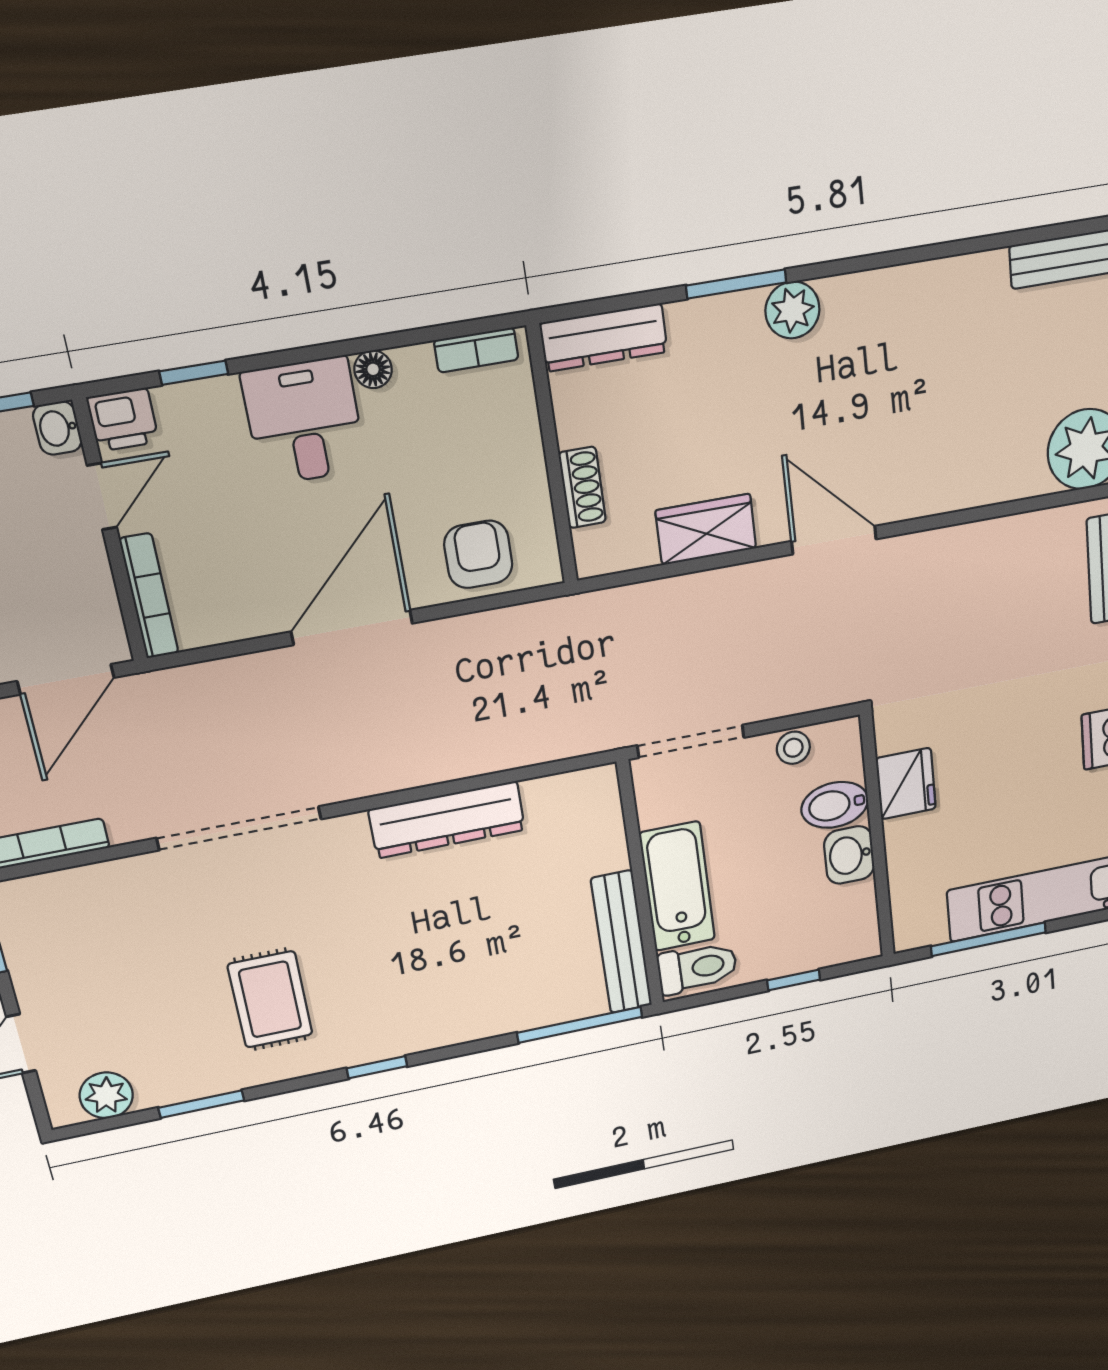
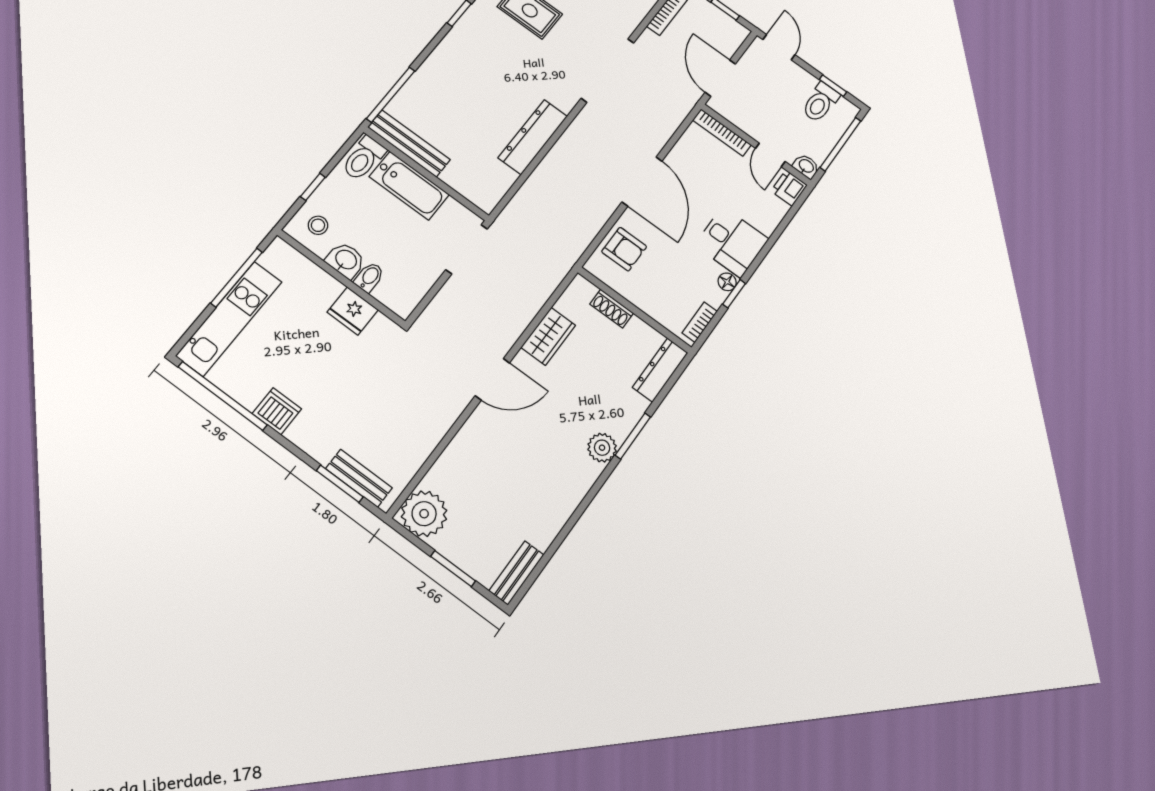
window: (194, 373) -> (734, 294), moved
stool: (793, 748) -> (318, 225), moved
bidet: (835, 805) -> (369, 277), width x0.72, depth x0.74

